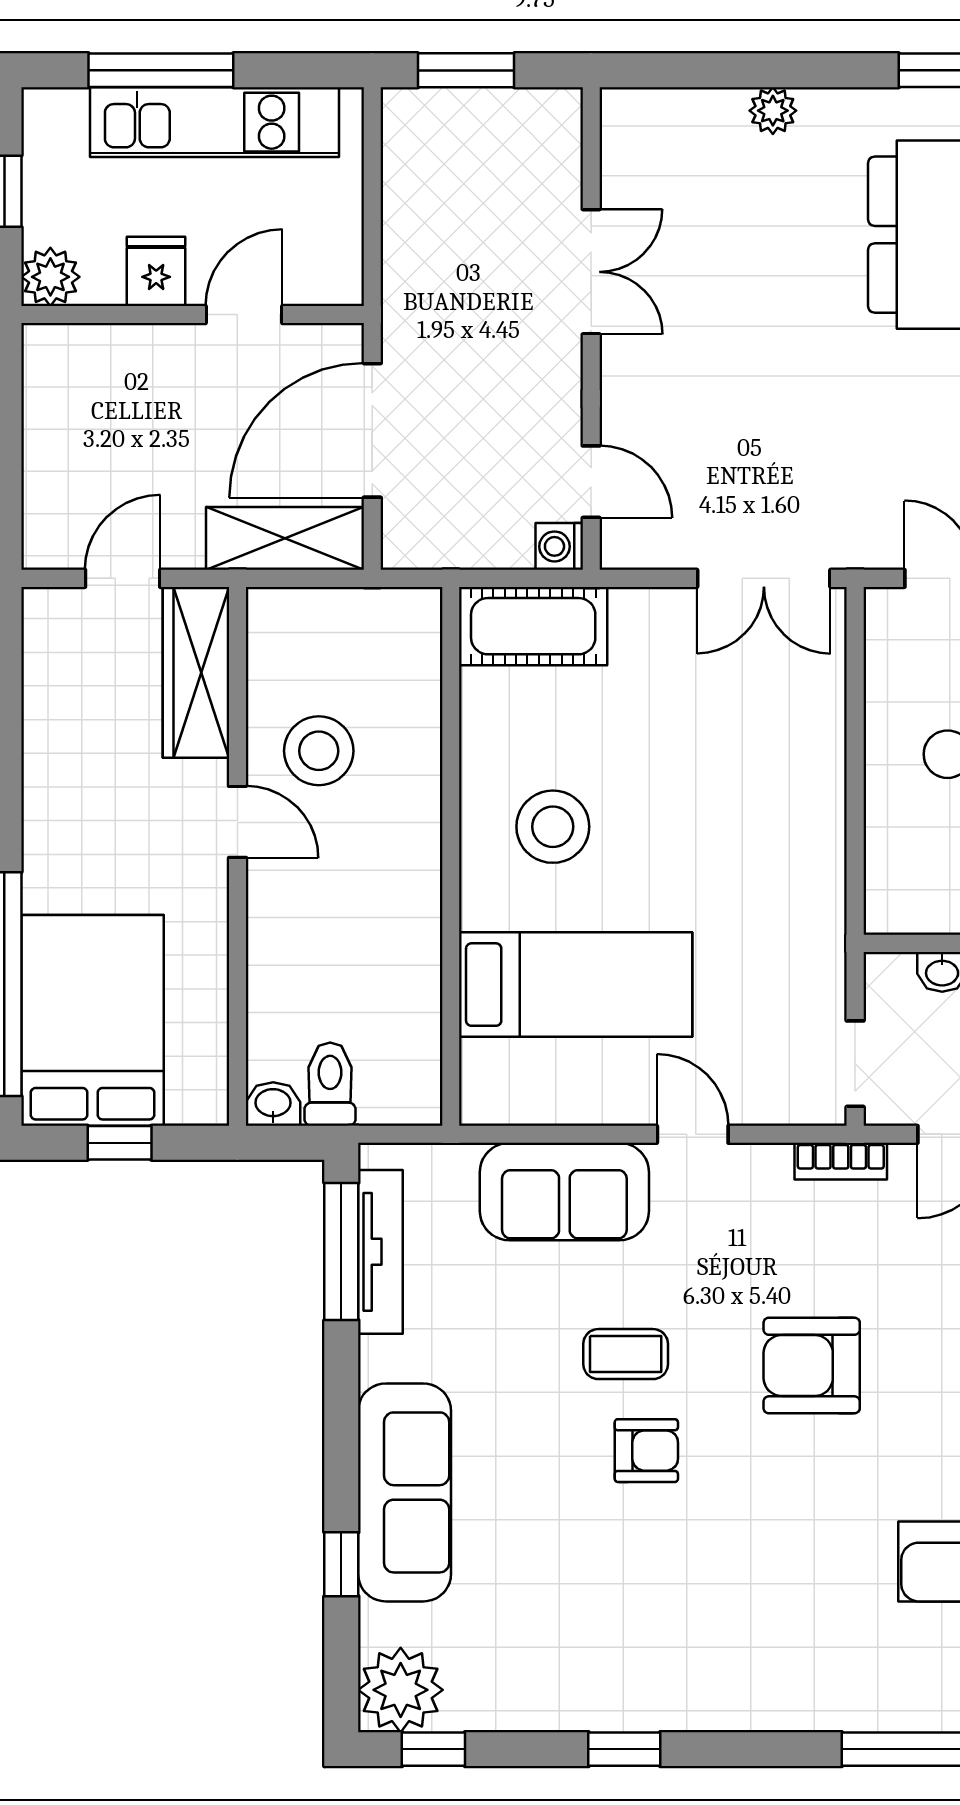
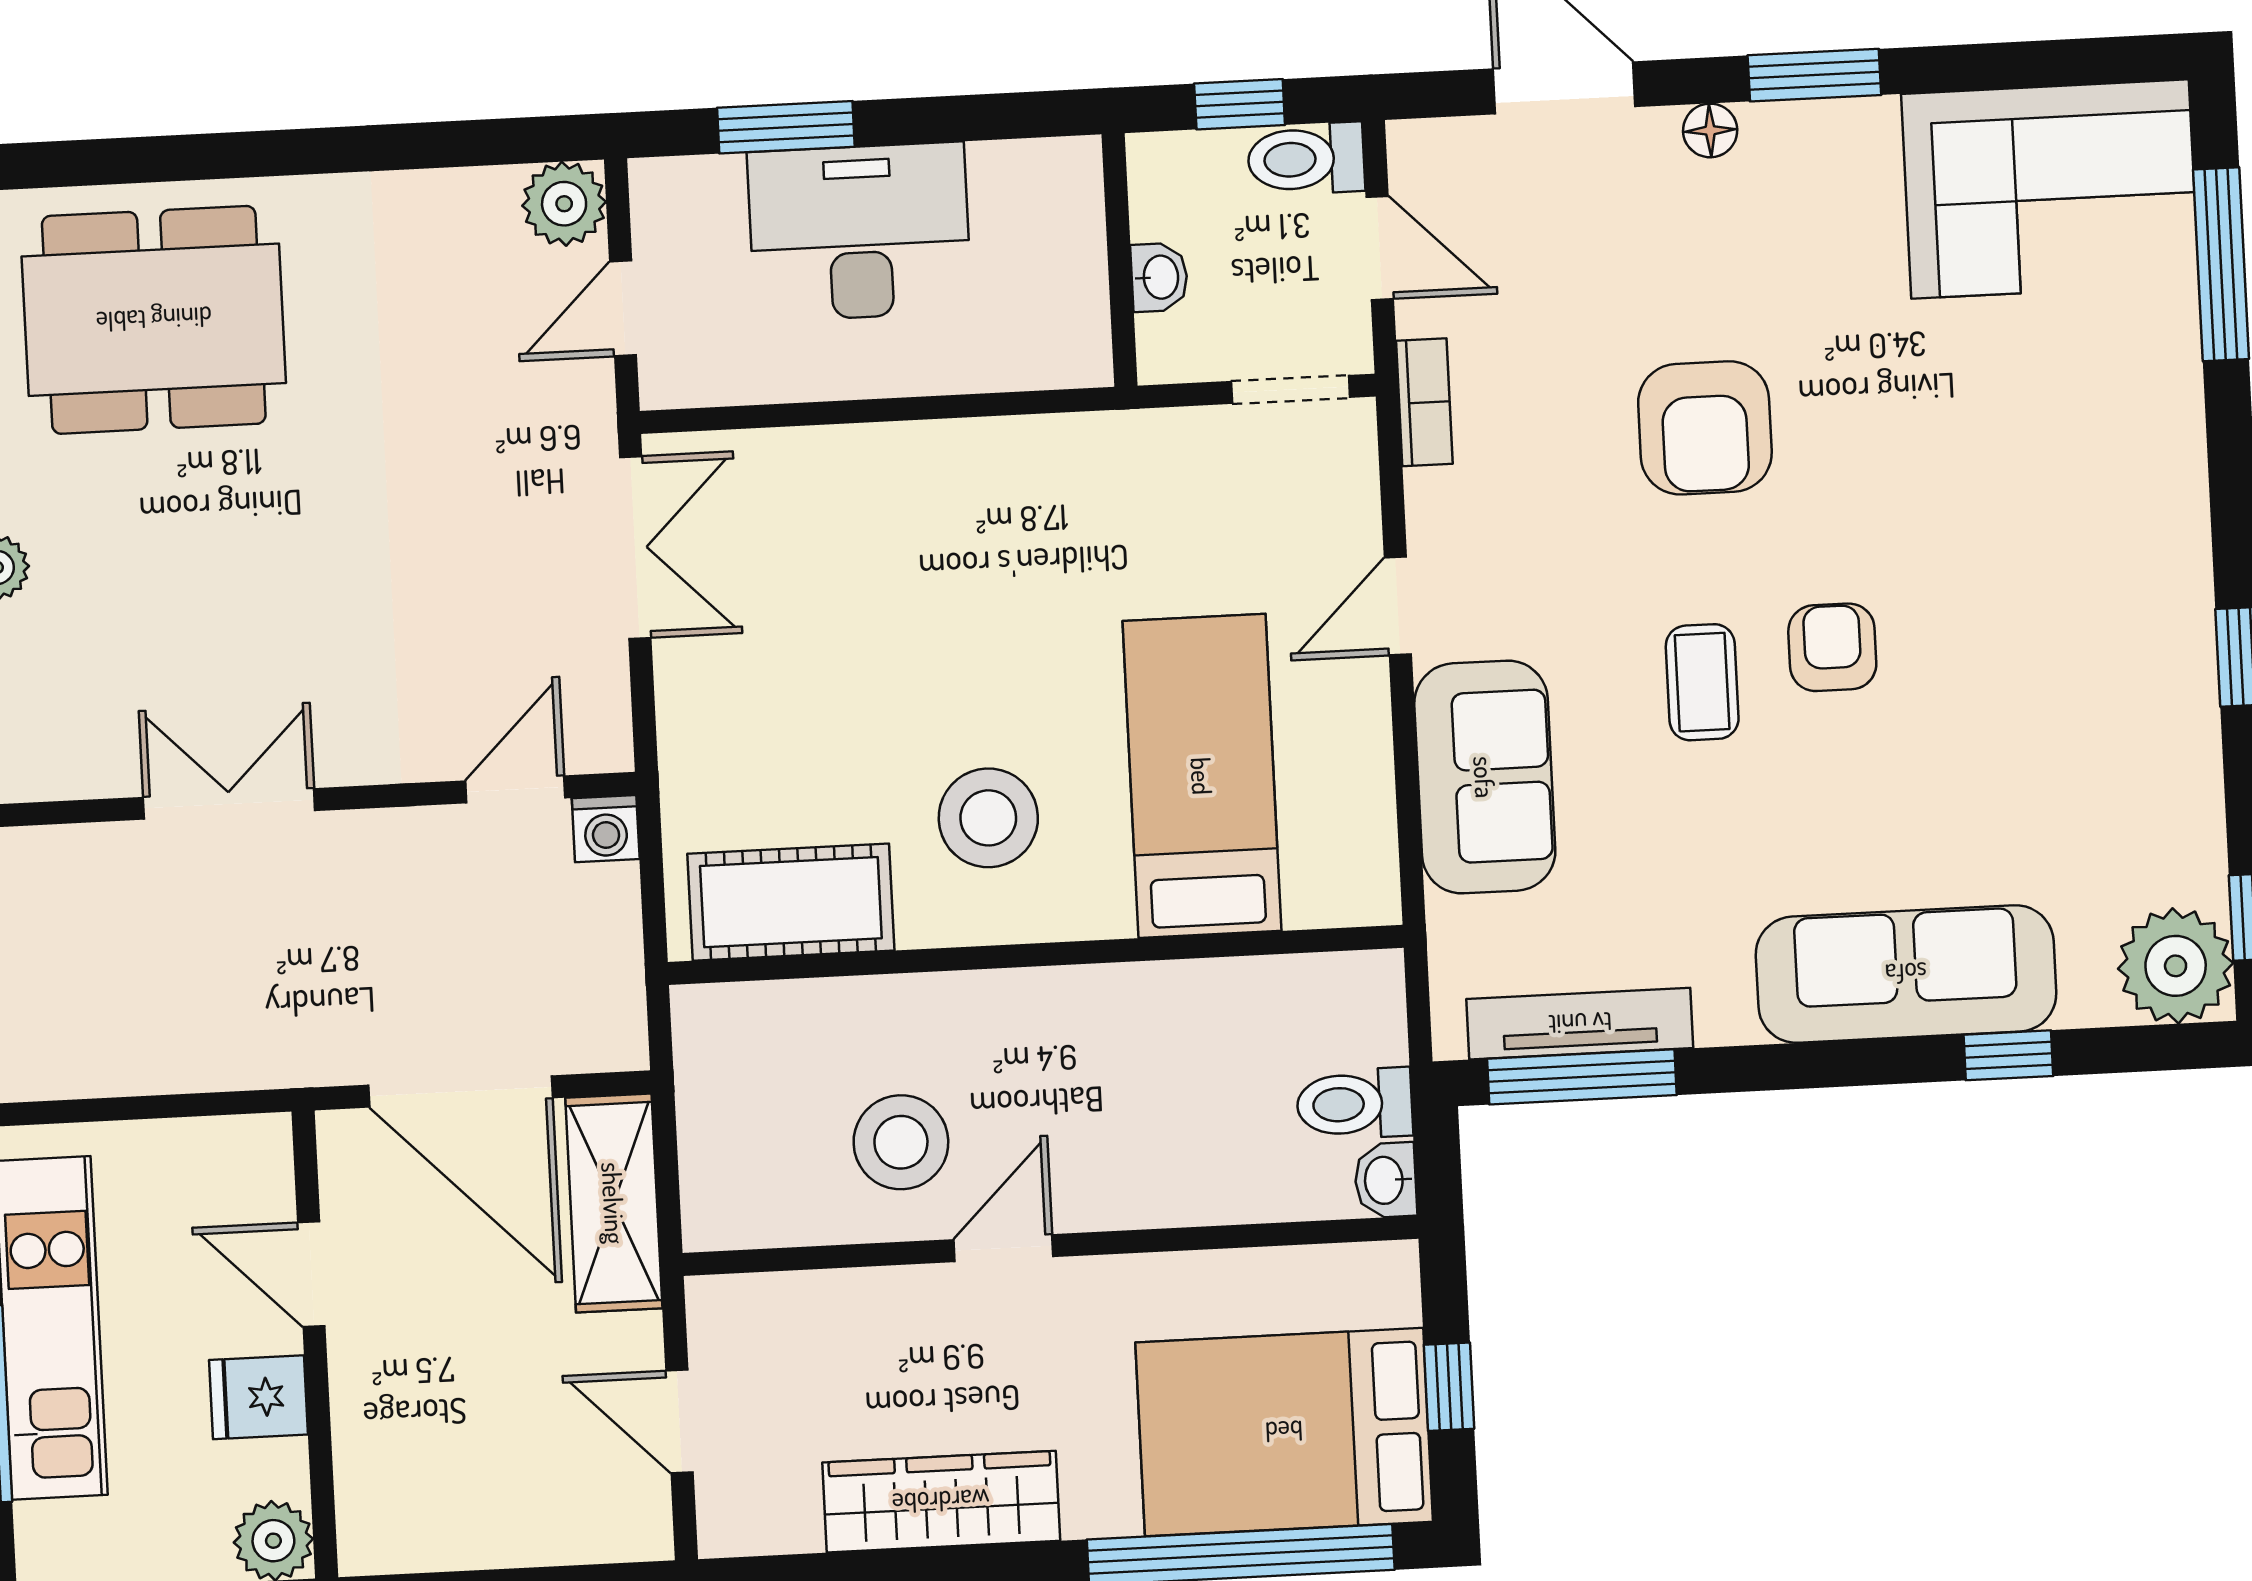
cot: (533, 626) -> (791, 902), moved, turned 90
wardrobe: (196, 672) -> (941, 1502), moved, turned 180

